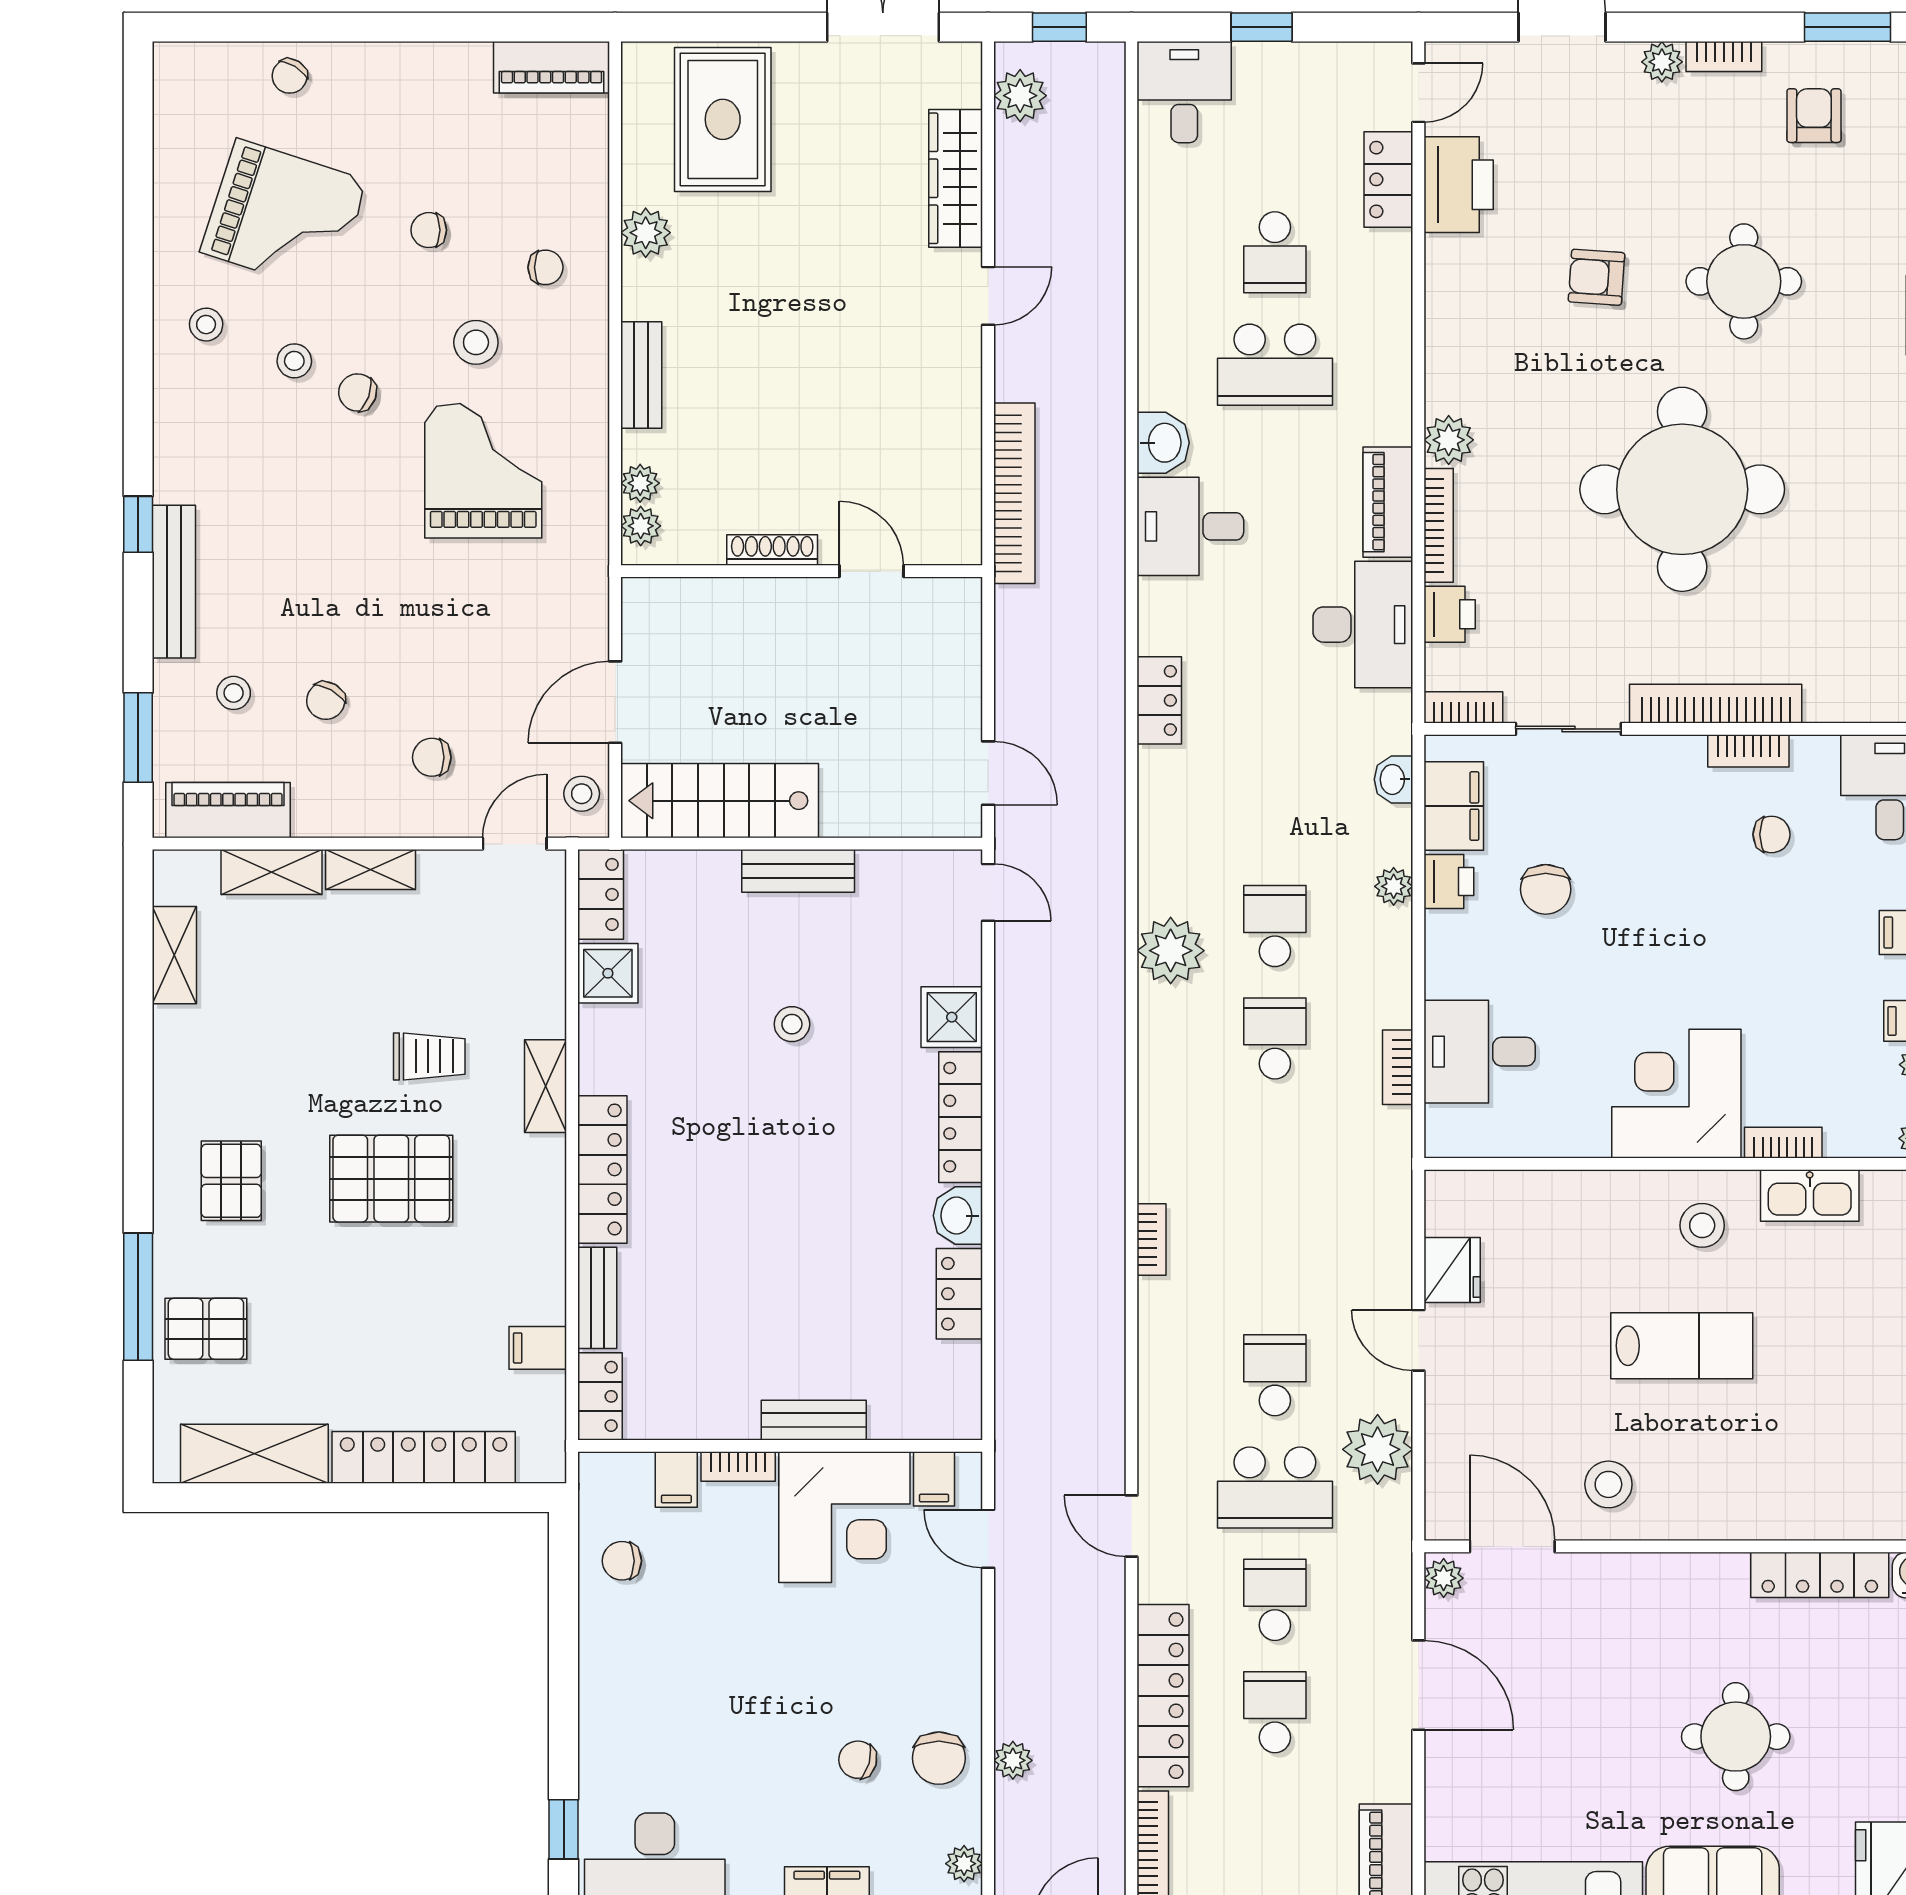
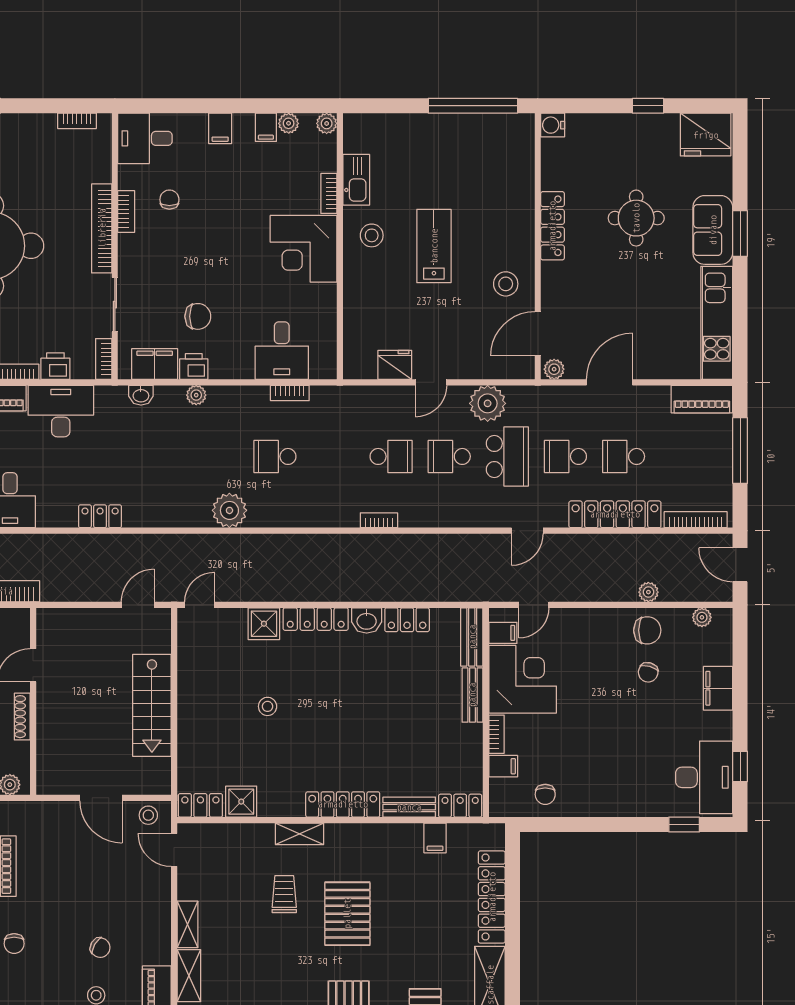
chair: (432, 757) -> (14, 944), moved
stairs: (720, 801) -> (152, 705), moved
bench: (798, 871) -> (472, 637), moved
school desk: (1275, 926) -> (391, 456), moved, turned 180
locker: (1820, 1575) -> (552, 226), moved

